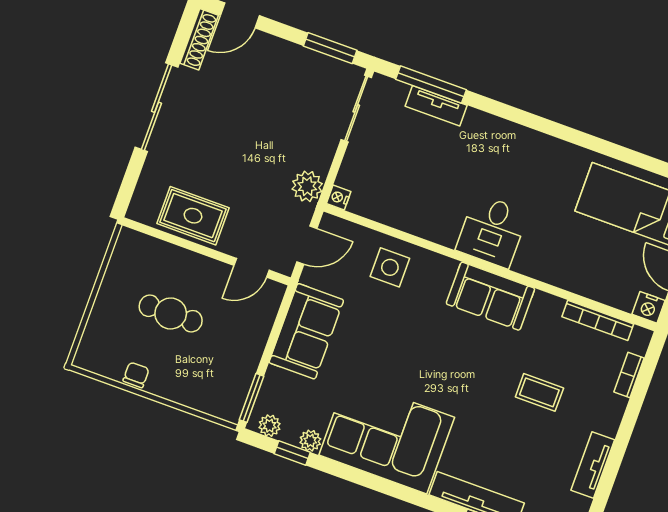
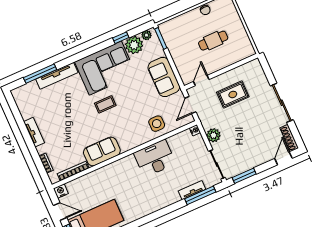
plant: (307, 186) -> (214, 135), moved
rug: (193, 216) -> (233, 94), moved
desk: (492, 231) -> (155, 158), moved, width x1.37
sofa: (490, 296) -> (102, 152), moved
coffee table: (539, 392) -> (105, 104), moved
plant: (310, 441) -> (134, 45), width x1.88, depth x1.88
window: (292, 453) -> (121, 38), moved
tv unit: (593, 465) -> (34, 132), moved

